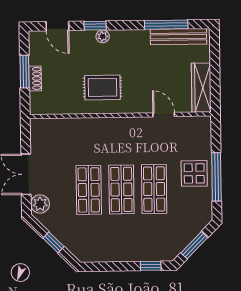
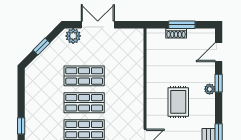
rug: (102, 87) -> (178, 102), moved

